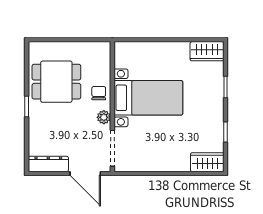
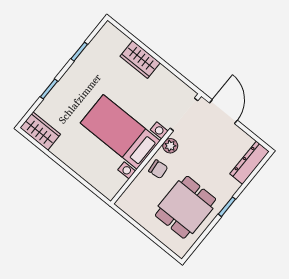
dining table: (56, 82) -> (186, 207), turned 90
chair: (99, 93) -> (158, 169), turned -96
wardrobe: (207, 162) -> (140, 60), moved
dresser: (48, 164) -> (250, 163), moved, turned 90

